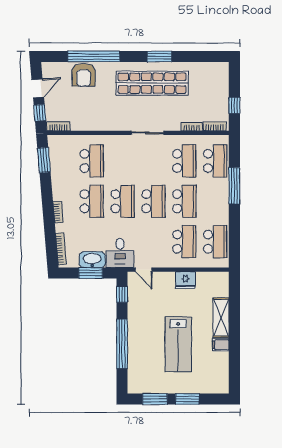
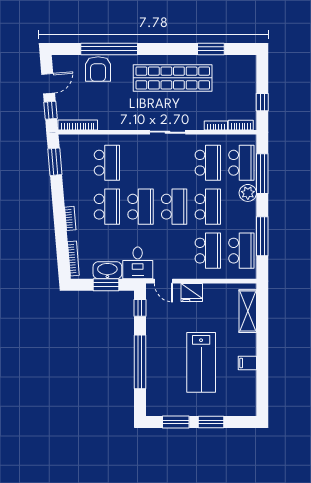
window: (159, 56) -> (211, 49), moved
bookcase: (58, 126) -> (78, 125), width x1.56
window: (234, 186) -> (262, 174), moved
plant: (221, 189) -> (248, 193), added
window: (234, 229) -> (262, 236), added
fridge: (185, 280) -> (192, 292), moved
shelving: (221, 318) -> (248, 311), moved

